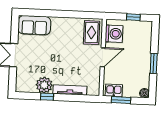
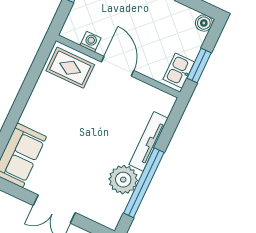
washing machine: (114, 34) -> (91, 42), width x0.53, depth x0.53
window: (47, 97) -> (144, 183), width x3.17

